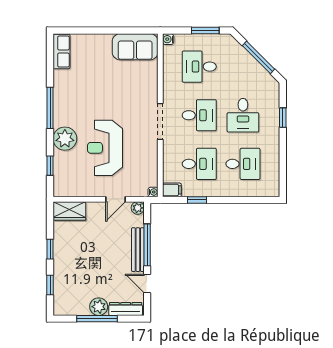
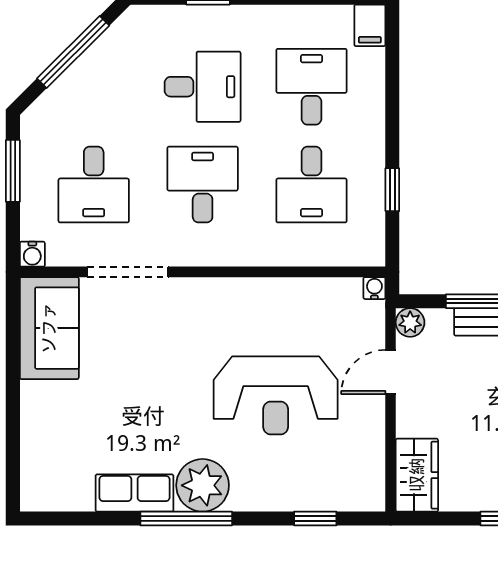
row of seats: (61, 52) -> (134, 493), moved
doorway: (160, 122) -> (128, 272), moved
plant: (65, 139) -> (203, 485), moved
desk: (199, 164) -> (311, 185), turned 180
filing cabinet: (172, 190) -> (370, 25), moved, turned 180
door: (116, 199) -> (391, 372), swing flipped

